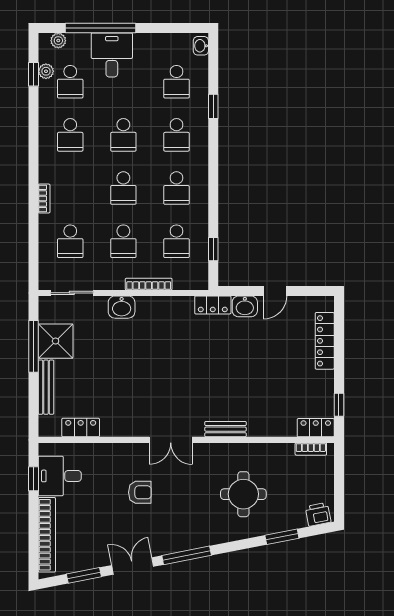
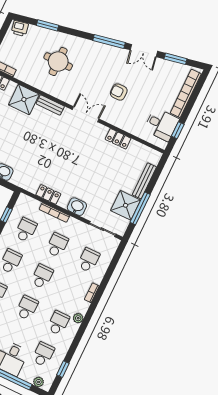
plant: (46, 71) -> (78, 318), moved
locker: (213, 305) -> (48, 194), moved
shower: (265, 419) -> (24, 99), added
locker: (81, 428) -> (118, 139), moved

